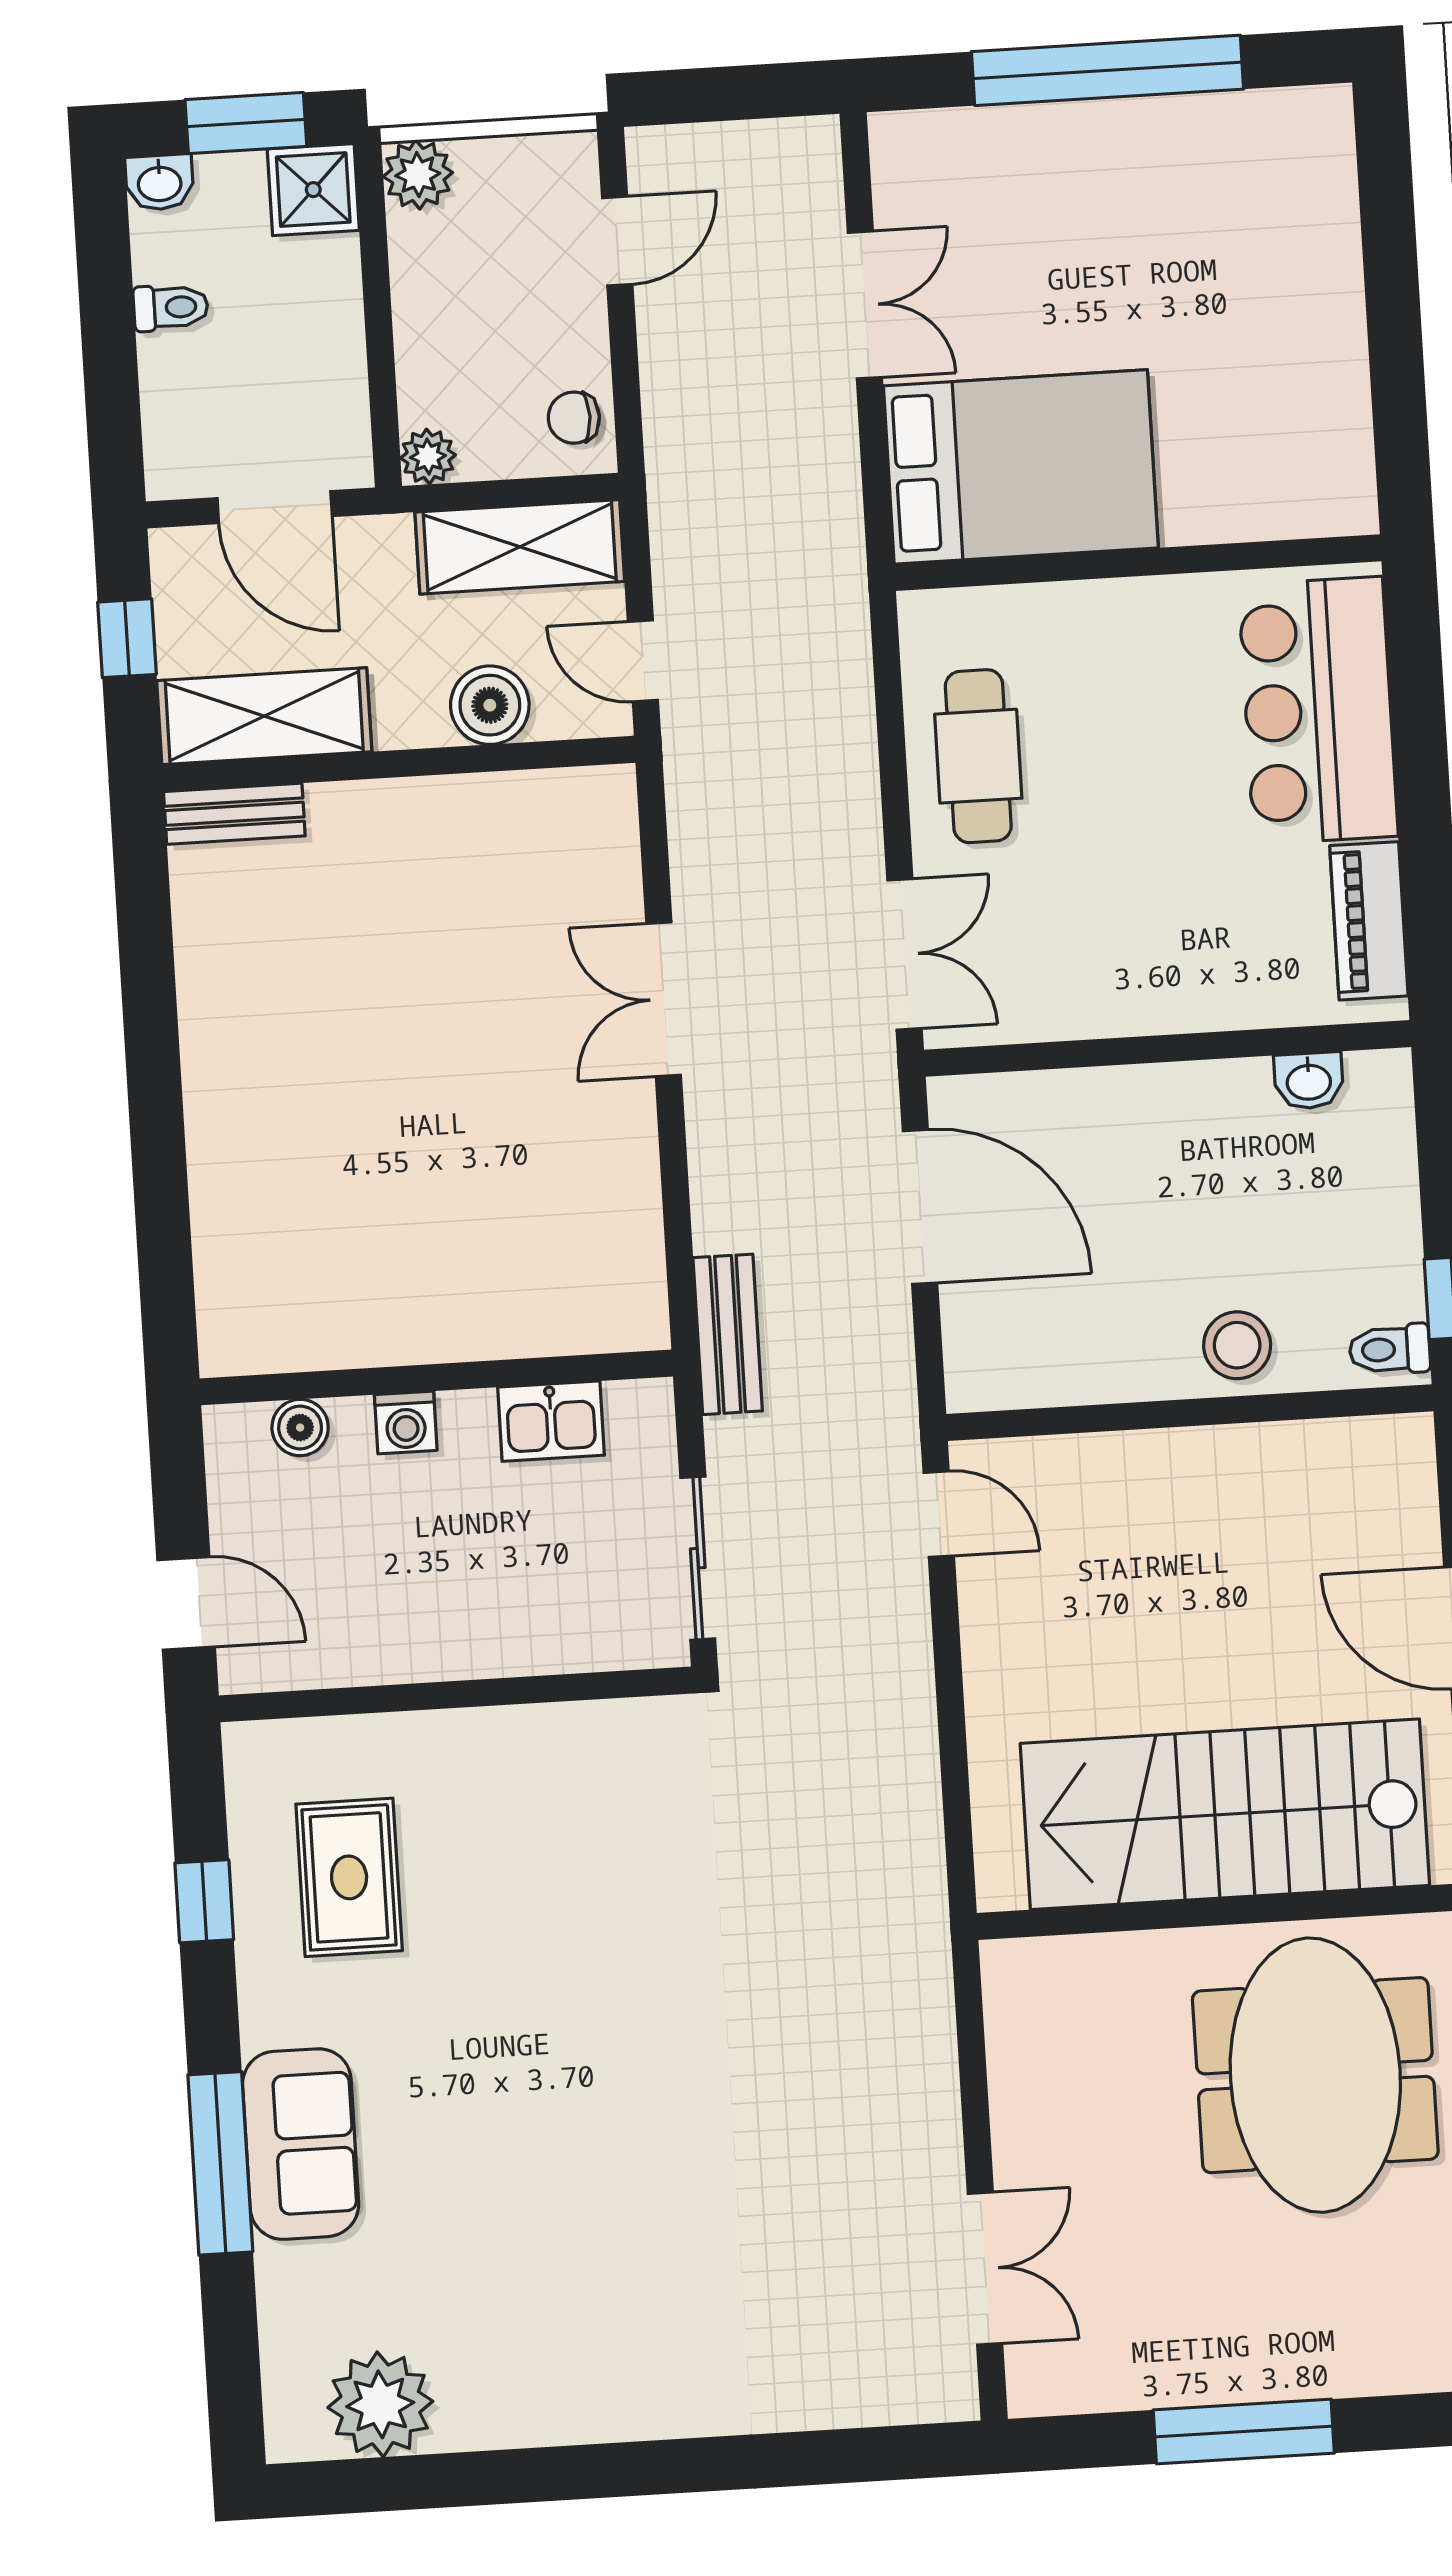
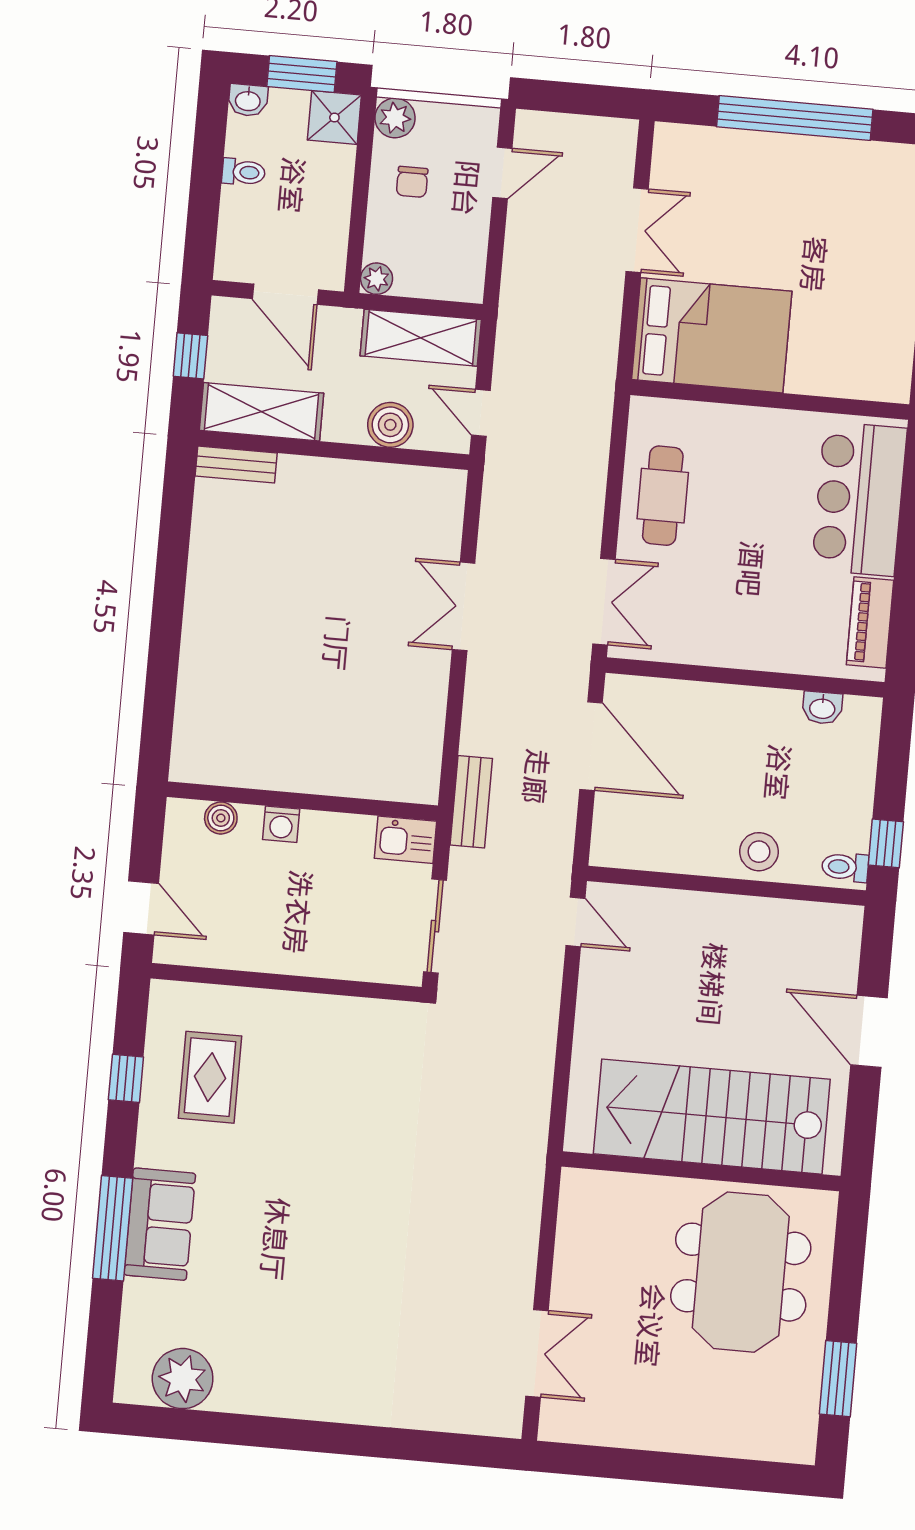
chair: (574, 418) -> (412, 182), moved, turned -90
kitchen sink: (551, 1421) -> (405, 840), moved
window: (1244, 2432) -> (670, 1468), removed

